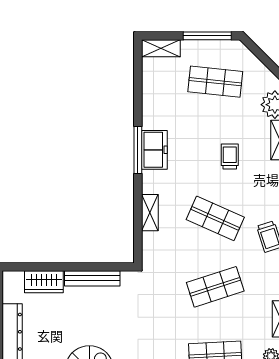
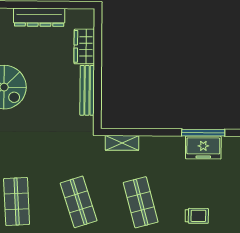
shelving: (150, 213) -> (122, 143), moved
shop shelf: (215, 218) -> (141, 202), turned -39

